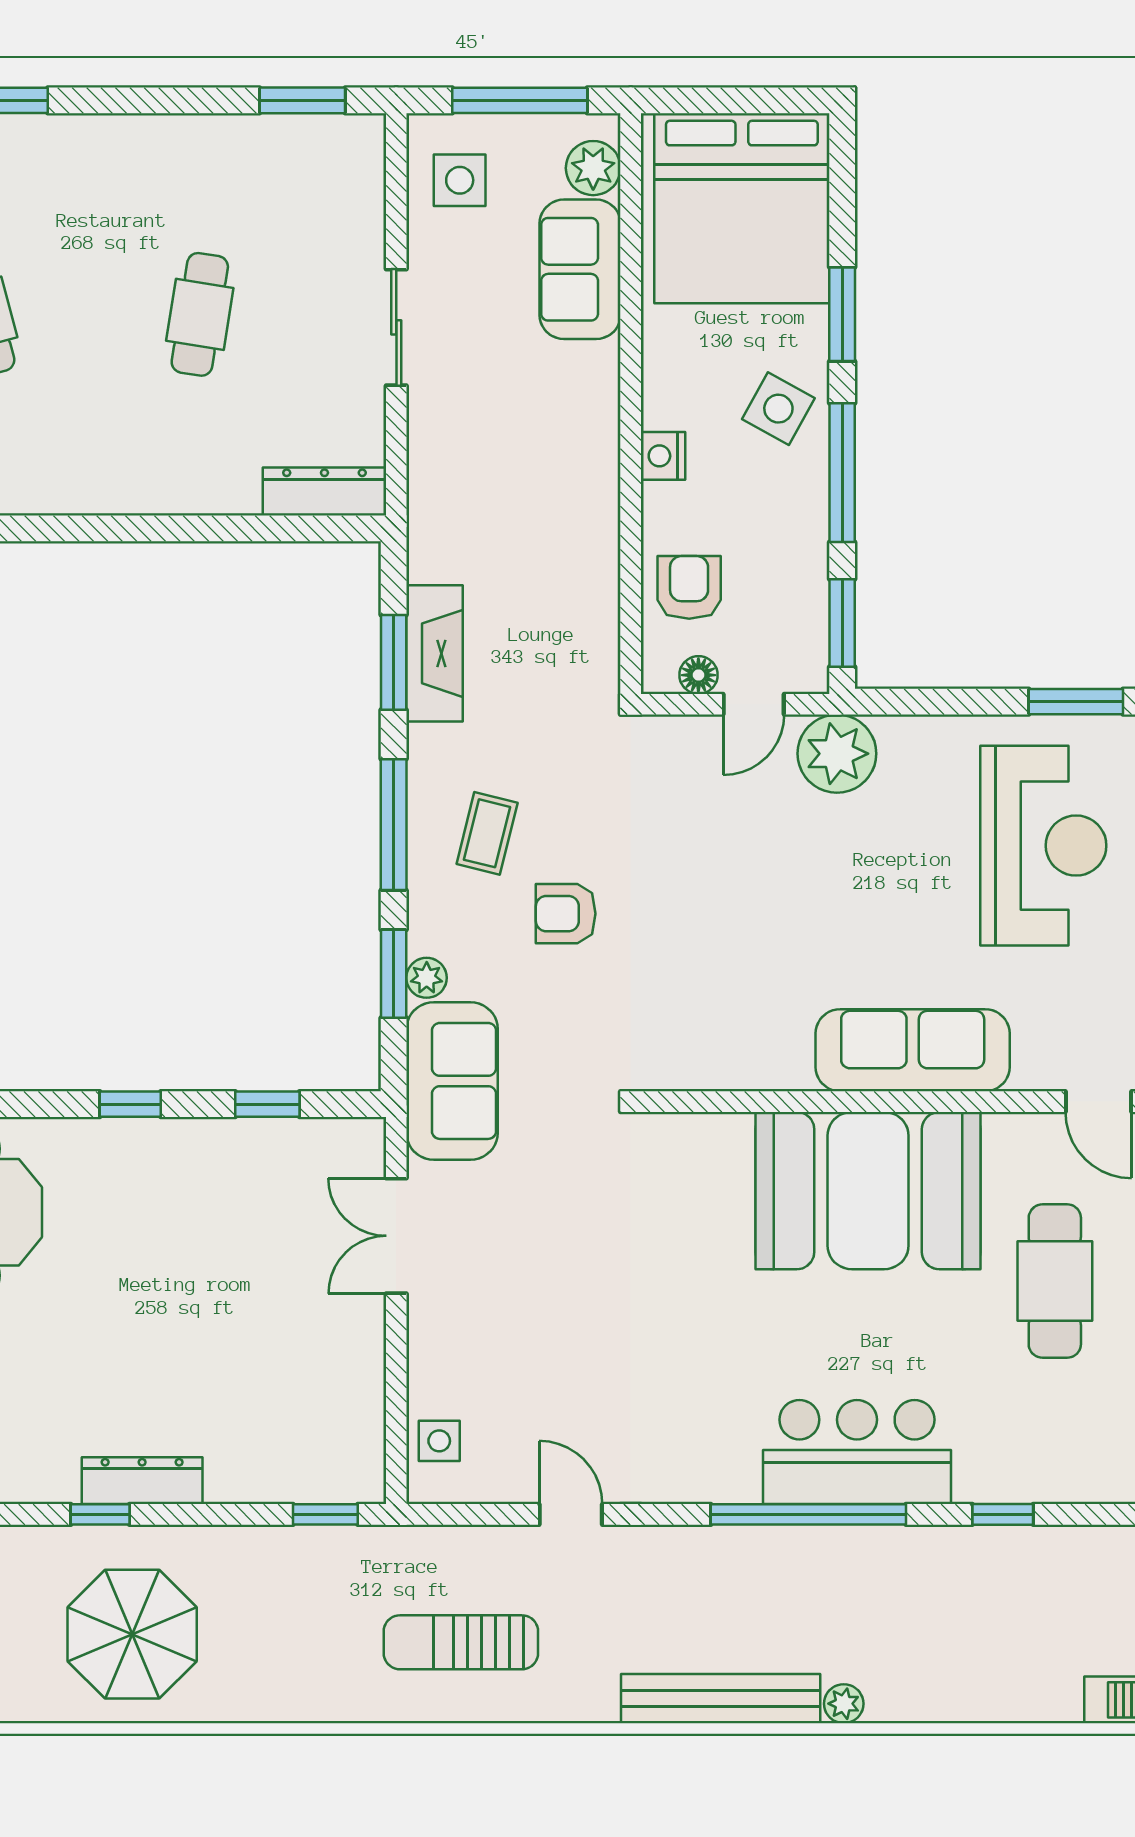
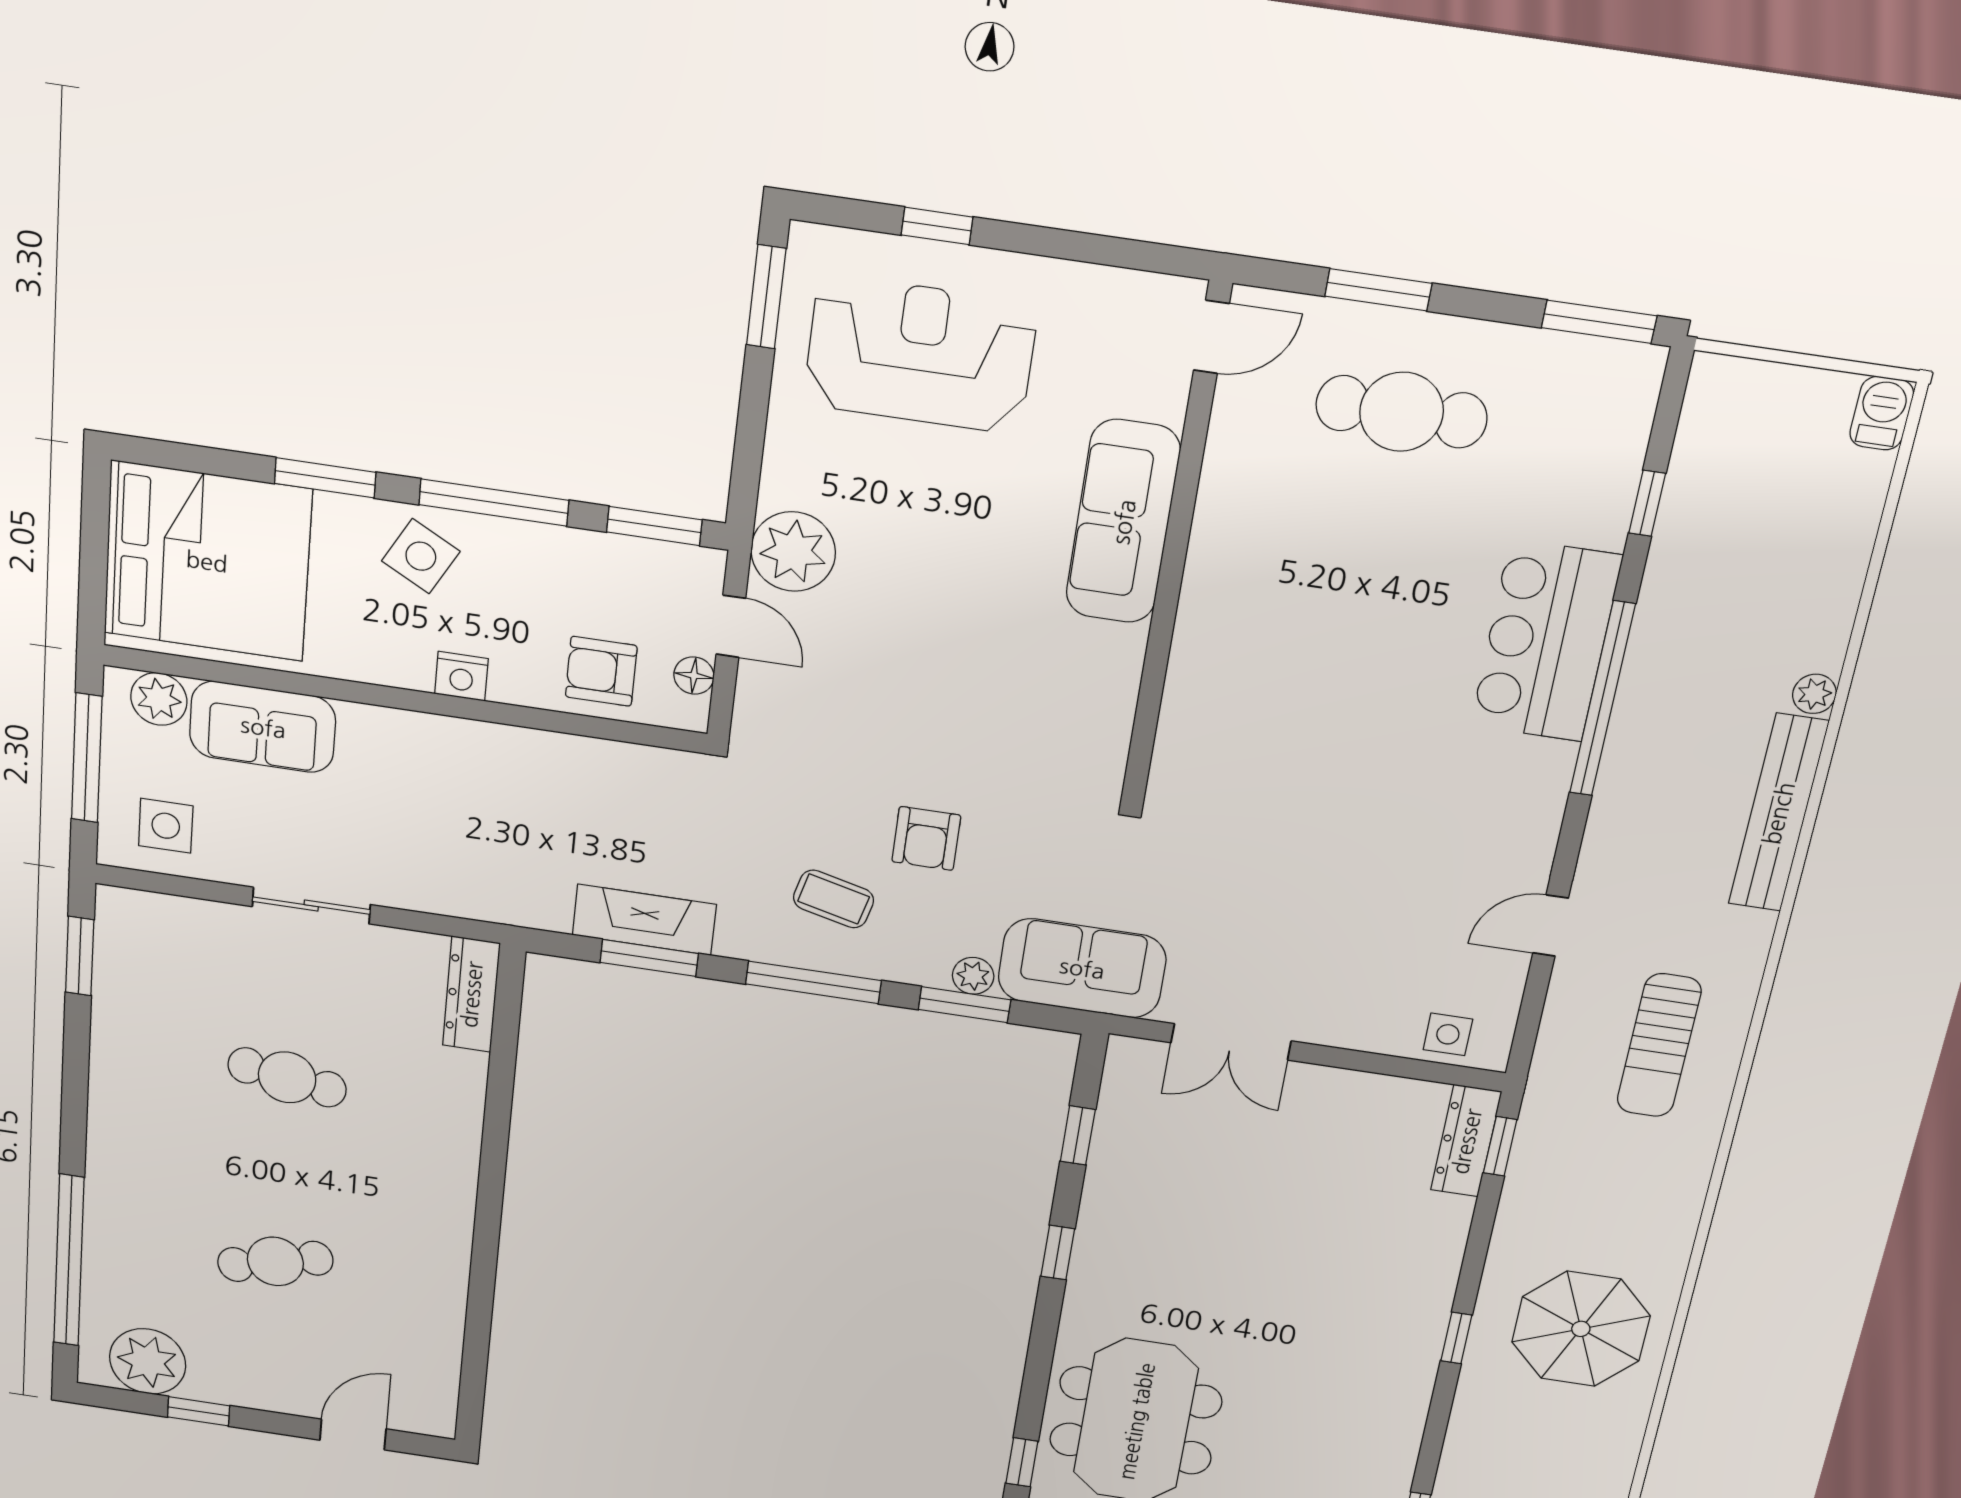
booth: (868, 1191) -> (1267, 589), removed
dresser: (142, 1481) -> (1466, 1141), moved

